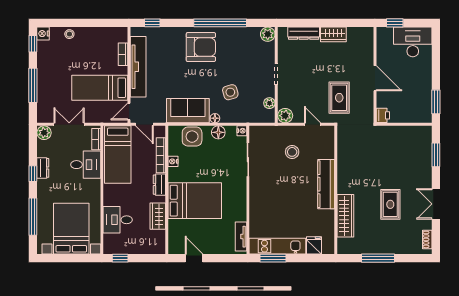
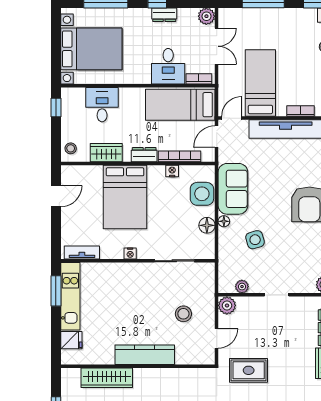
door: (129, 112) -> (232, 118), hinge flipped
nightstand: (242, 131) -> (130, 253), moved
stool: (154, 246) -> (71, 148), added

